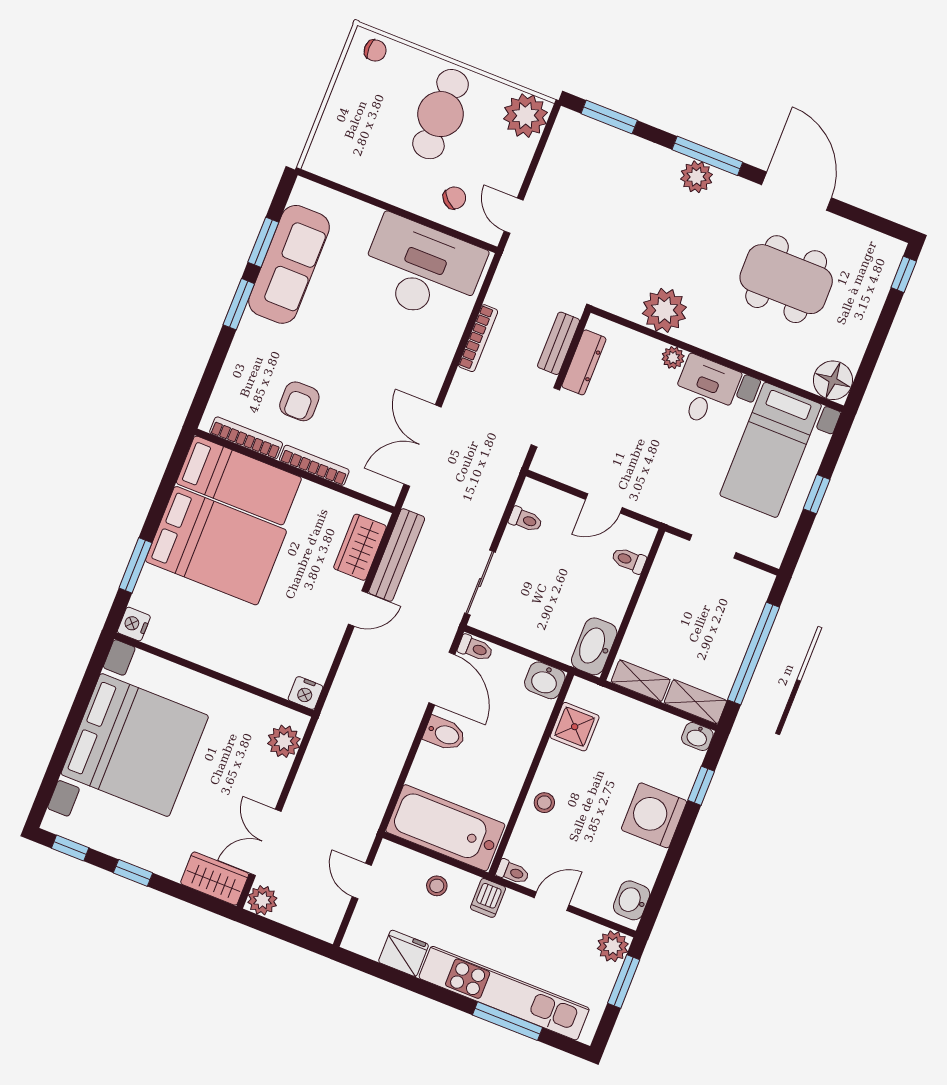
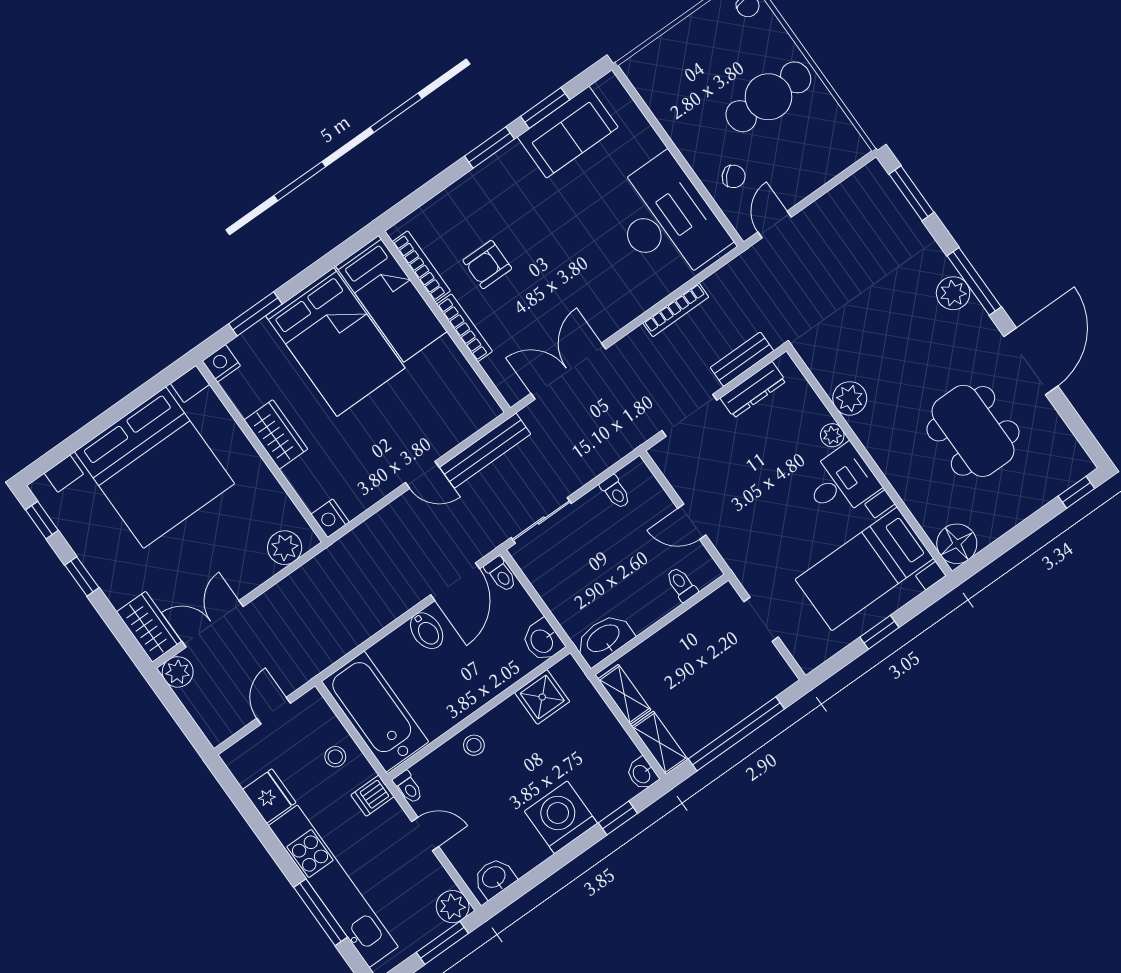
plant: (525, 116) -> (840, 145), removed
sofa: (289, 264) -> (568, 132), width x0.73
plant: (664, 310) -> (850, 398), width x0.73, depth x0.73
wardrobe: (360, 547) -> (276, 434), moved, turned 90

